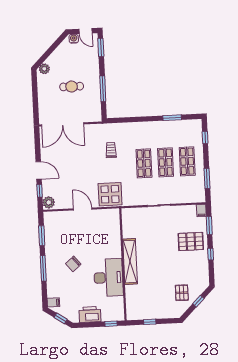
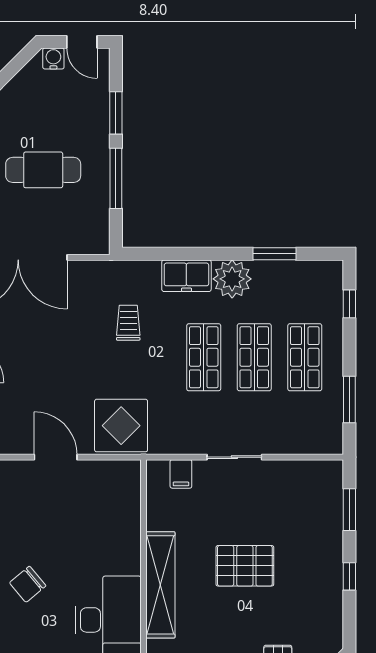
window: (101, 47) -> (116, 113), moved
cafe table: (72, 87) -> (43, 170), width x1.37, depth x1.35
freezer: (135, 129) -> (186, 276), added
plant: (155, 129) -> (232, 279), added
filing cabinet: (201, 211) -> (181, 474), moved
pallet: (191, 241) -> (245, 566), moved

